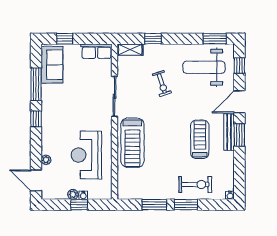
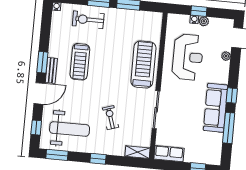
window: (153, 39) -> (98, 159), moved
sofa: (52, 65) -> (216, 108), moved, width x1.36
bench: (229, 132) -> (51, 70), width x0.73

